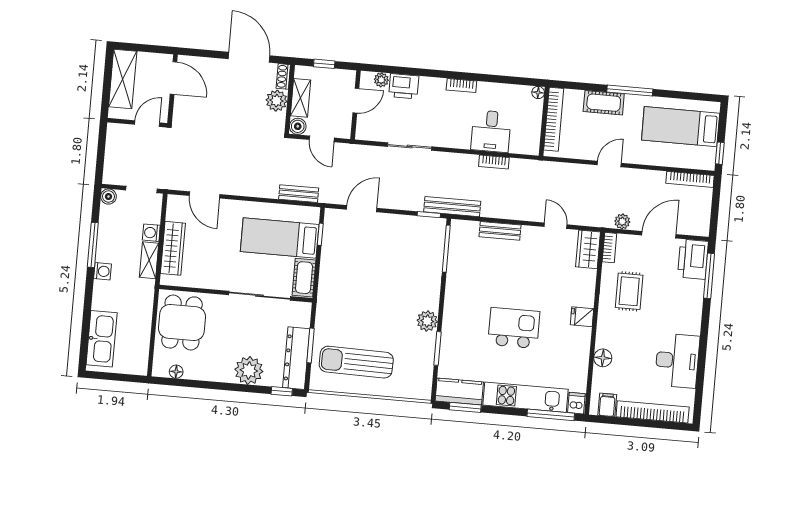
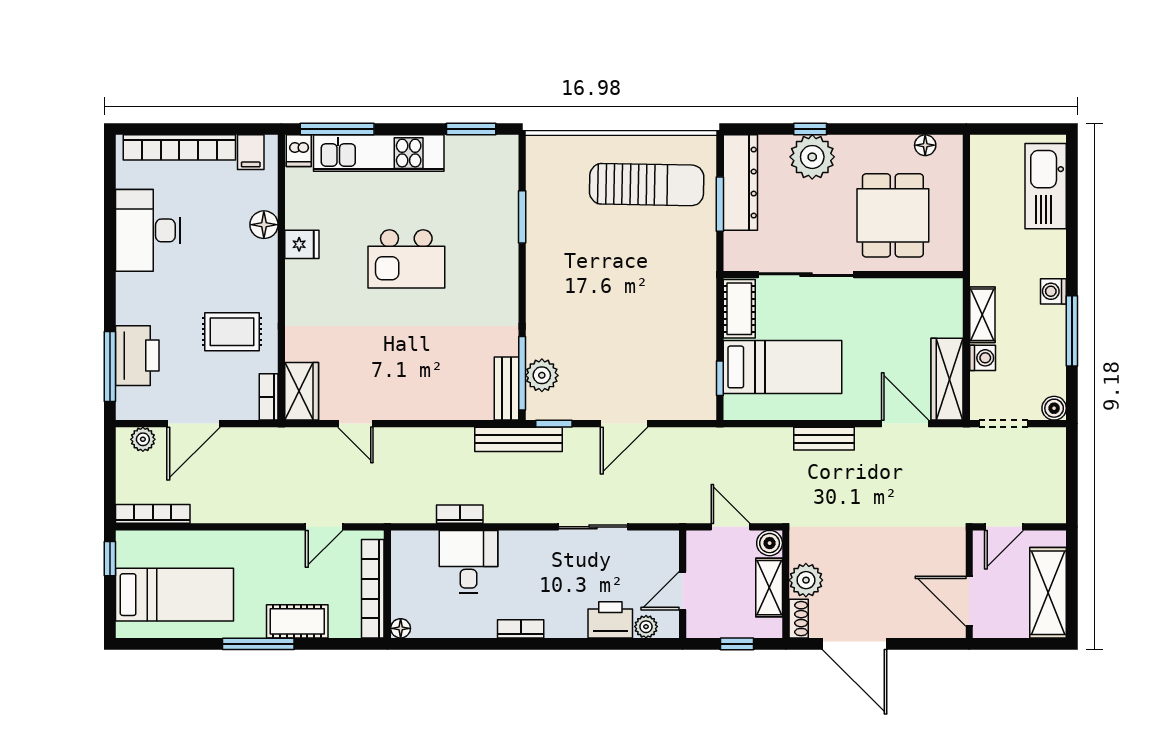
door: (609, 164) -> (324, 527), moved
bench: (299, 194) -> (824, 439), moved
door: (362, 209) -> (624, 424), moved
plant: (622, 221) -> (143, 439), moved
bench: (500, 231) -> (507, 389), moved, turned 90
wardrobe: (173, 248) -> (947, 379), moved
printer: (693, 259) -> (137, 356), moved
rug: (629, 291) -> (232, 332), turned 90
fridge: (582, 317) -> (302, 244), moved
plant: (427, 321) -> (542, 375), moved
dining table: (182, 322) -> (893, 215), moved
window: (282, 391) -> (810, 129), moved
kitchen counter: (459, 391) -> (482, 153), removed

